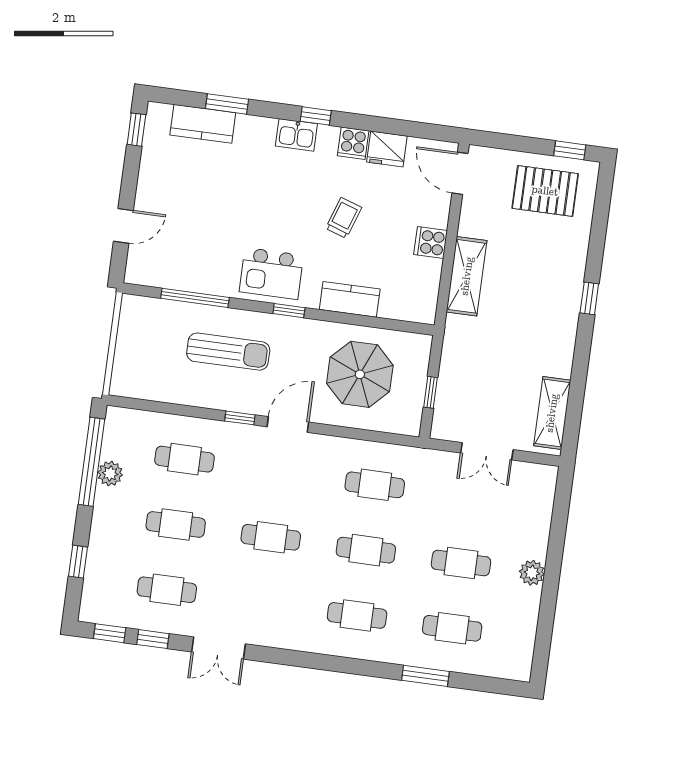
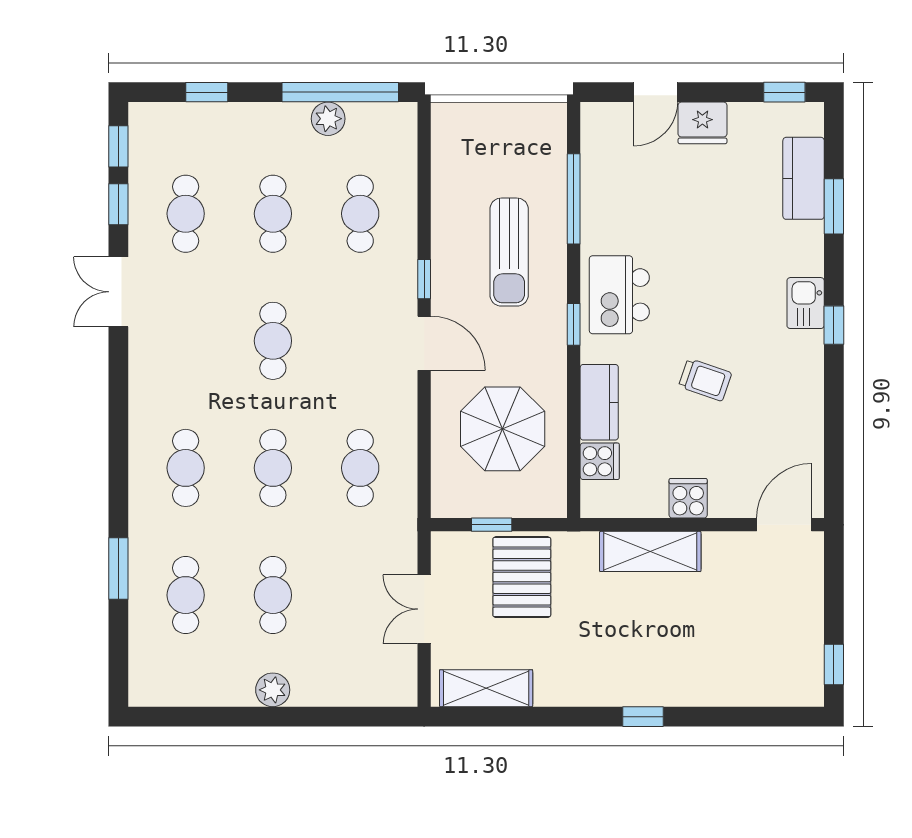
cooker: (353, 143) -> (600, 461), moved, turned 180
fridge: (387, 149) -> (702, 123), moved, turned -90
pallet: (545, 191) -> (522, 577), moved
door: (123, 226) -> (656, 92), hinge flipped

